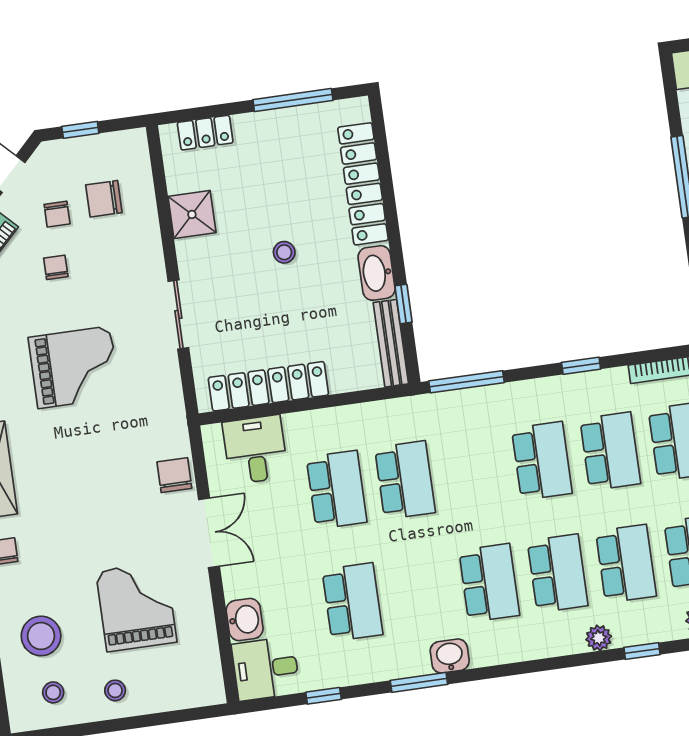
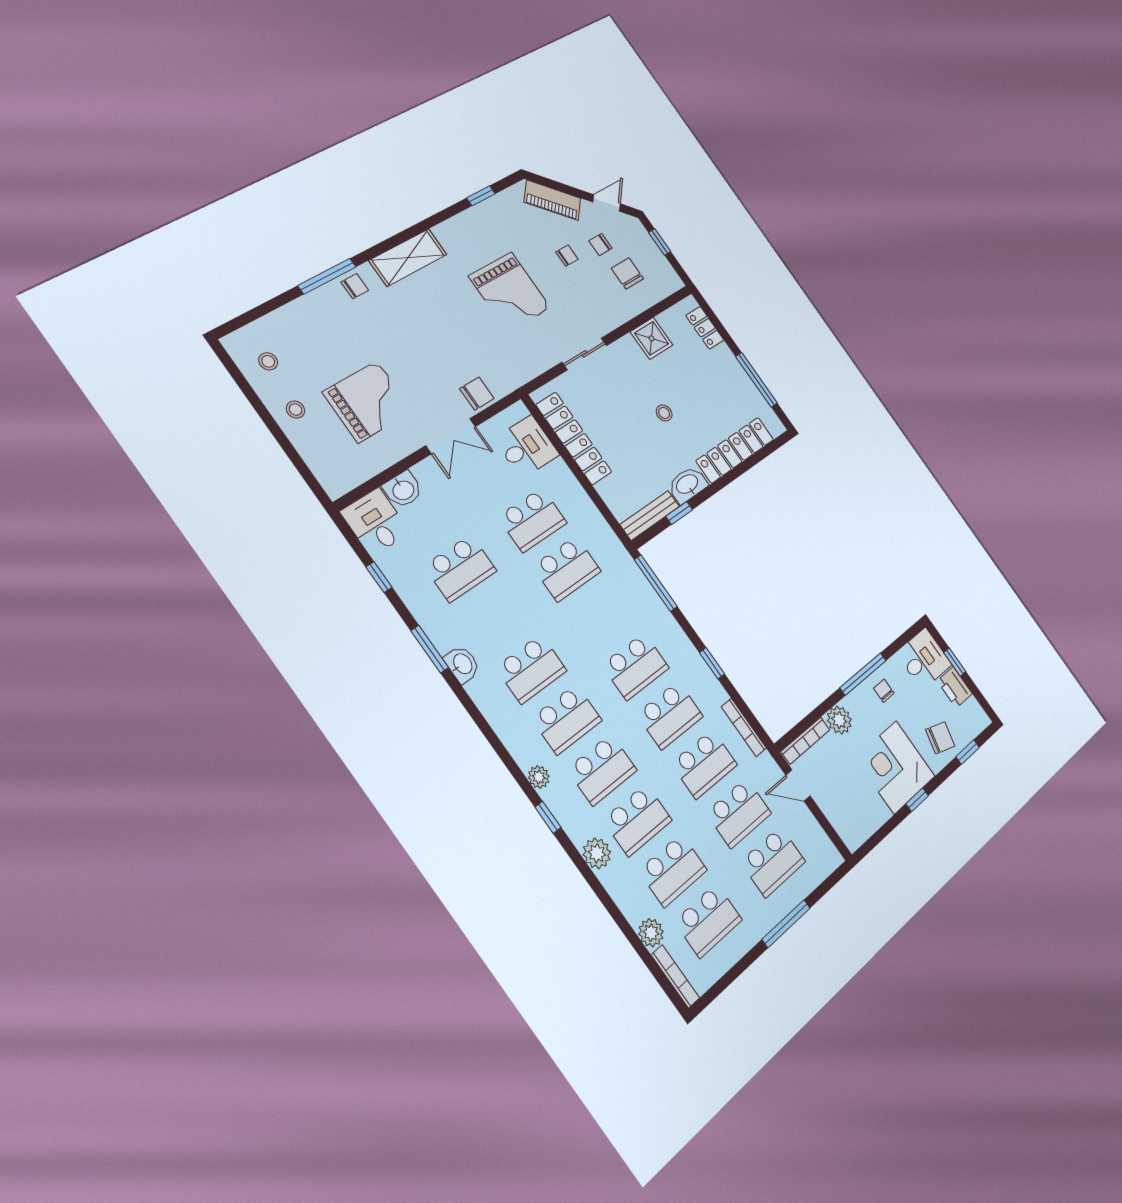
stool: (41, 636) -> (307, 336), removed

